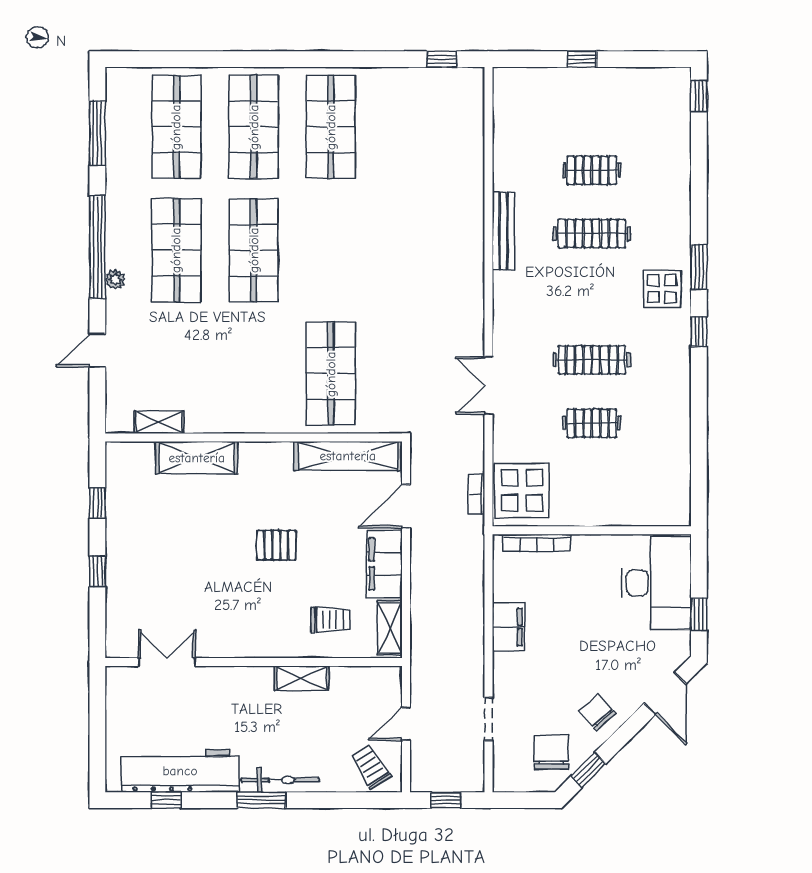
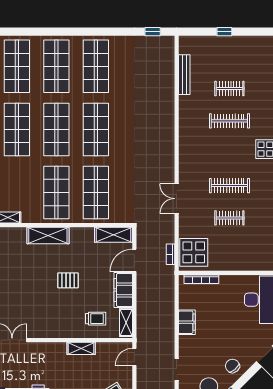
bench: (503, 231) -> (184, 75), moved
shop shelf: (331, 250) -> (96, 129), added
shop shelf: (254, 374) -> (56, 193), added
shelving: (348, 456) -> (114, 235), width x0.68
shelving: (197, 458) -> (48, 236), moved
door: (406, 724) -> (134, 357), moved

